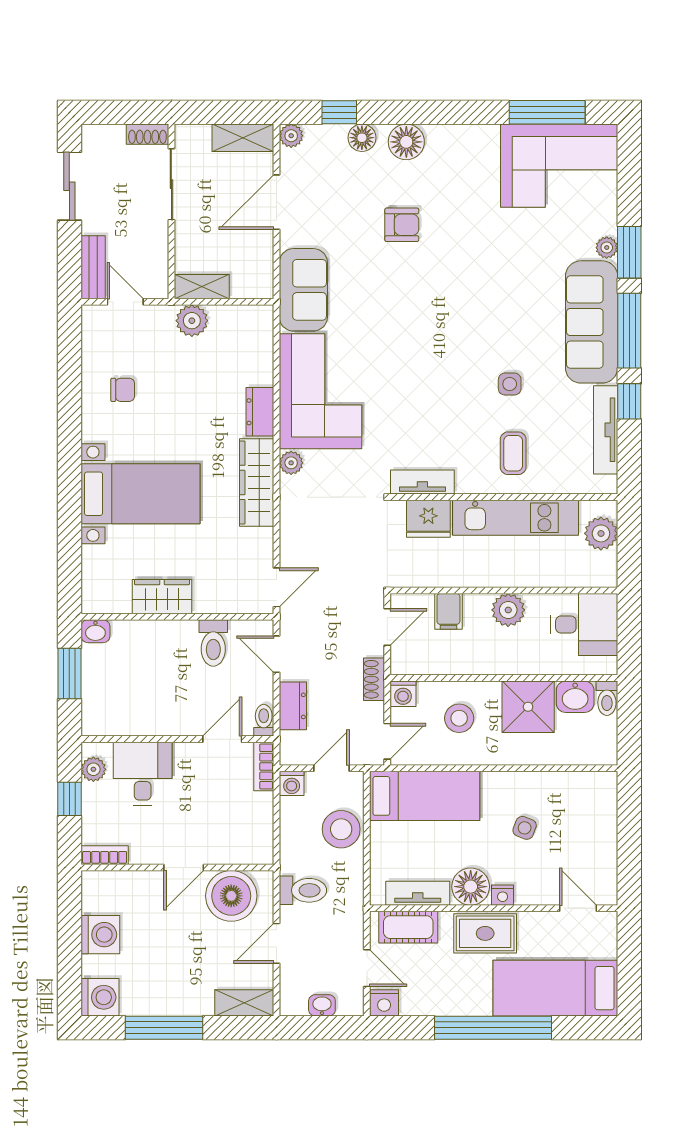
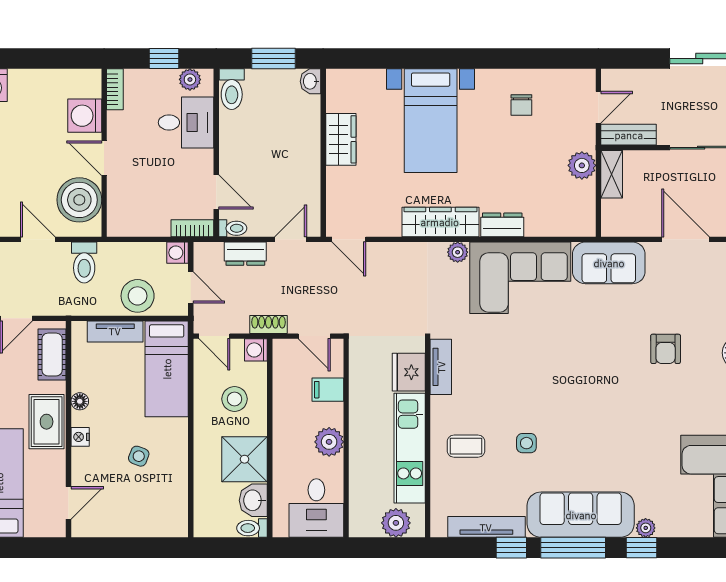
window: (629, 252) -> (642, 548), width x0.67
bench: (93, 267) -> (629, 135), moved
toilet: (213, 643) -> (232, 89), moved, turned -90
floor lamp: (471, 887) -> (80, 401), width x0.53, depth x0.53
tv unit: (418, 893) -> (115, 331), moved, turned 90
washing machine: (100, 935) -> (85, 116), moved, turned 90

